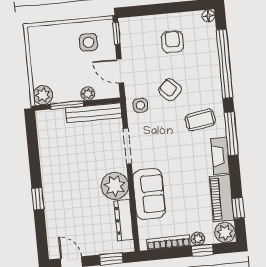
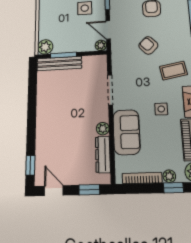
plant: (88, 94) -> (101, 45), moved
side table: (140, 105) -> (161, 109), moved
bench: (94, 113) -> (59, 63), moved
plant: (115, 186) -> (103, 129), width x0.53, depth x0.53
window: (38, 199) -> (30, 165), moved

